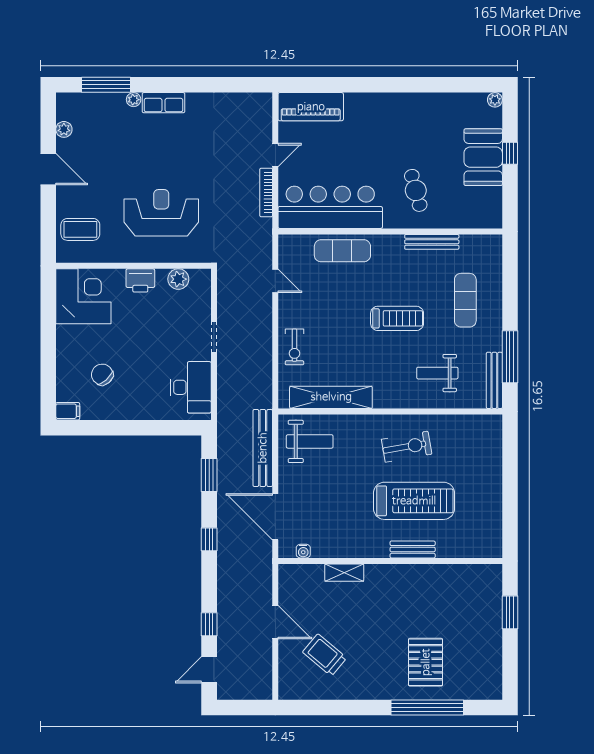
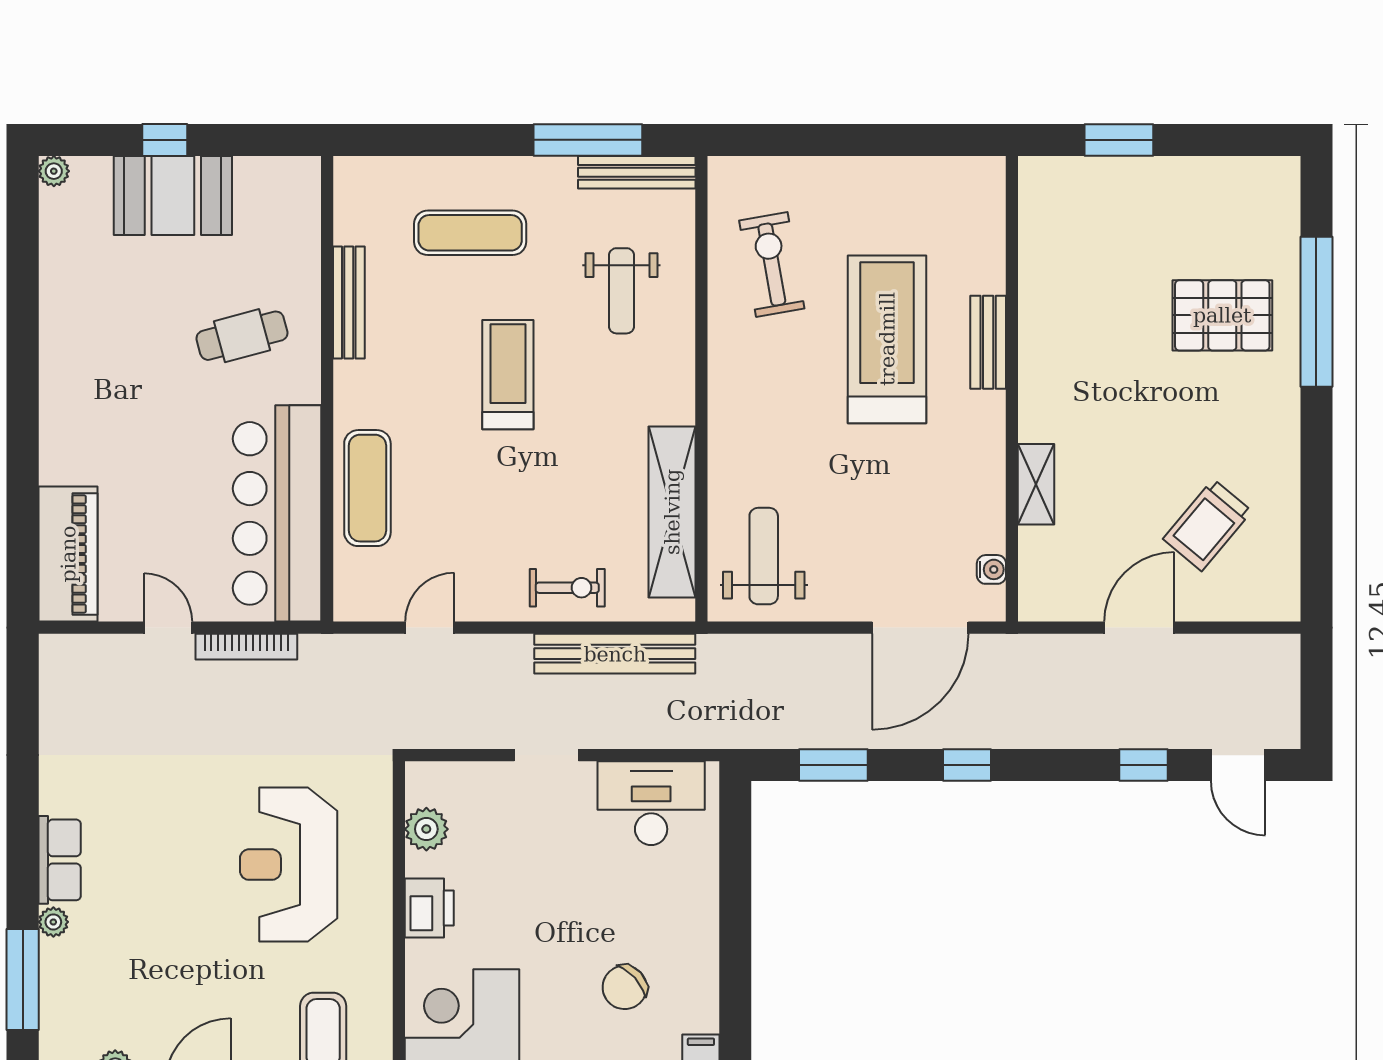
exercise bike: (407, 447) -> (772, 265), moved
bench: (263, 448) -> (615, 654), moved

